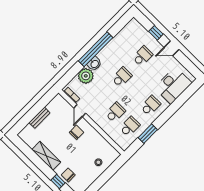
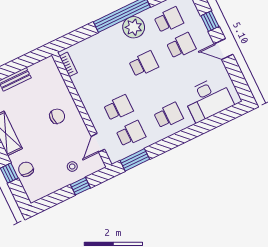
school desk: (128, 42) -> (169, 20), added
washbasin: (94, 64) -> (113, 33), removed
plant: (86, 76) -> (134, 27), moved
door: (80, 111) -> (98, 143), moved
window: (148, 134) -> (135, 160), moved
window: (108, 173) -> (80, 186), added

